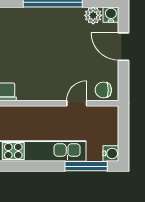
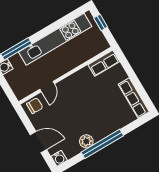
plant: (93, 15) -> (86, 141), moved

